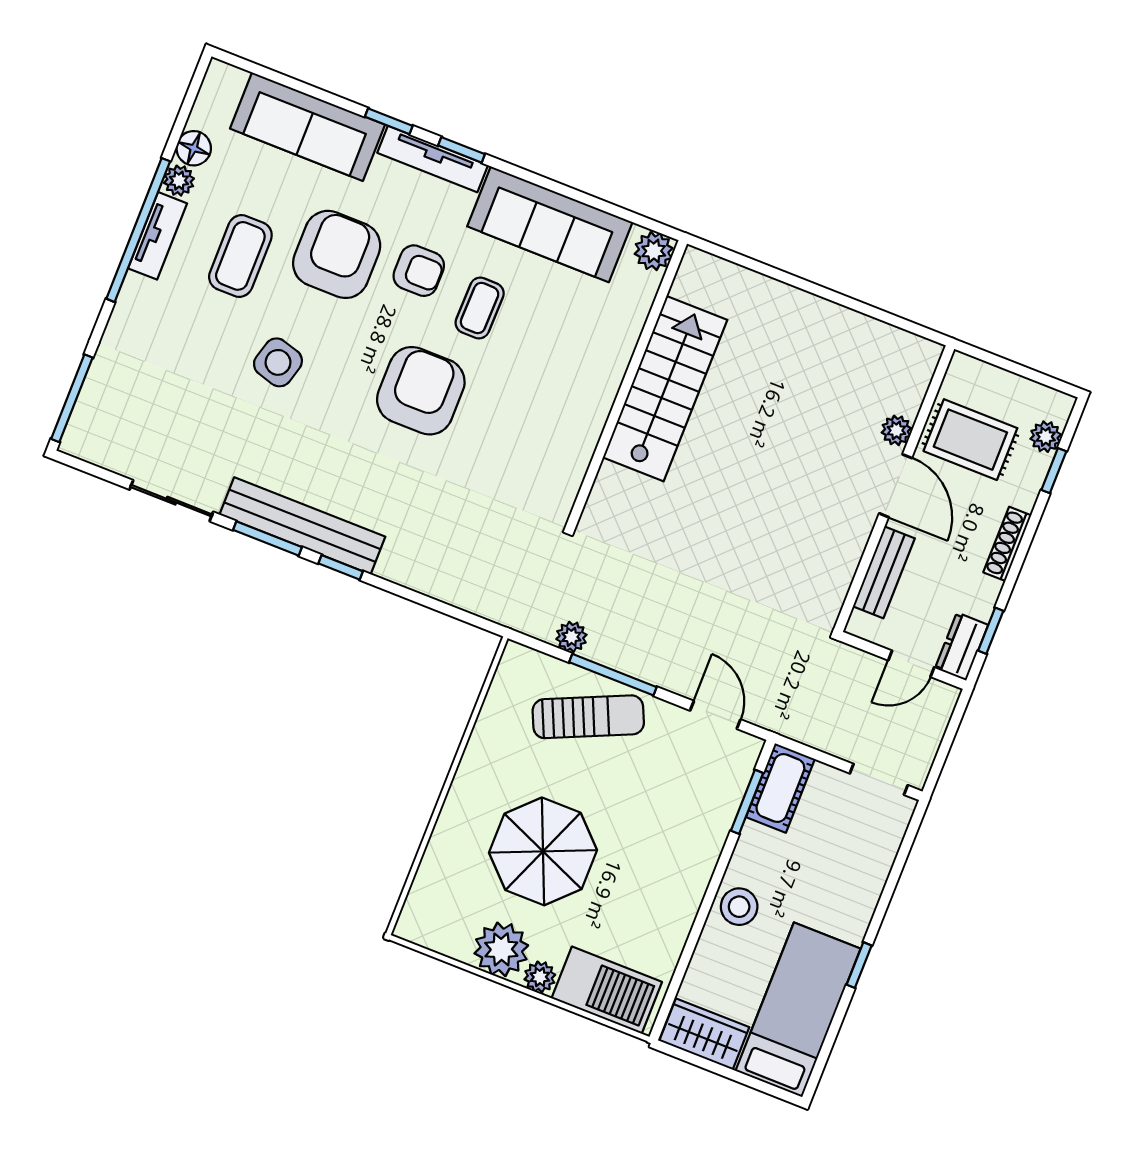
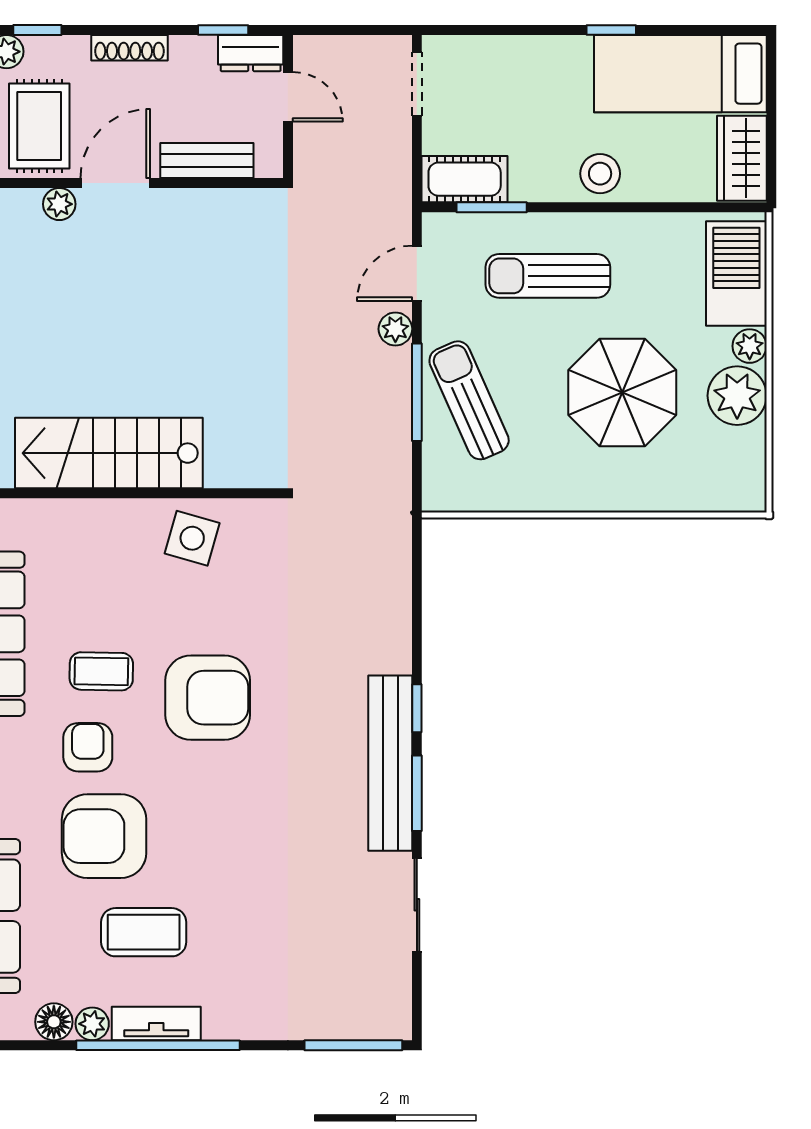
side table: (278, 362) -> (192, 538), moved
armchair: (421, 391) -> (208, 698), turned 180
plant: (571, 637) -> (395, 329), moved
sun lounger: (669, 827) -> (548, 276), added

